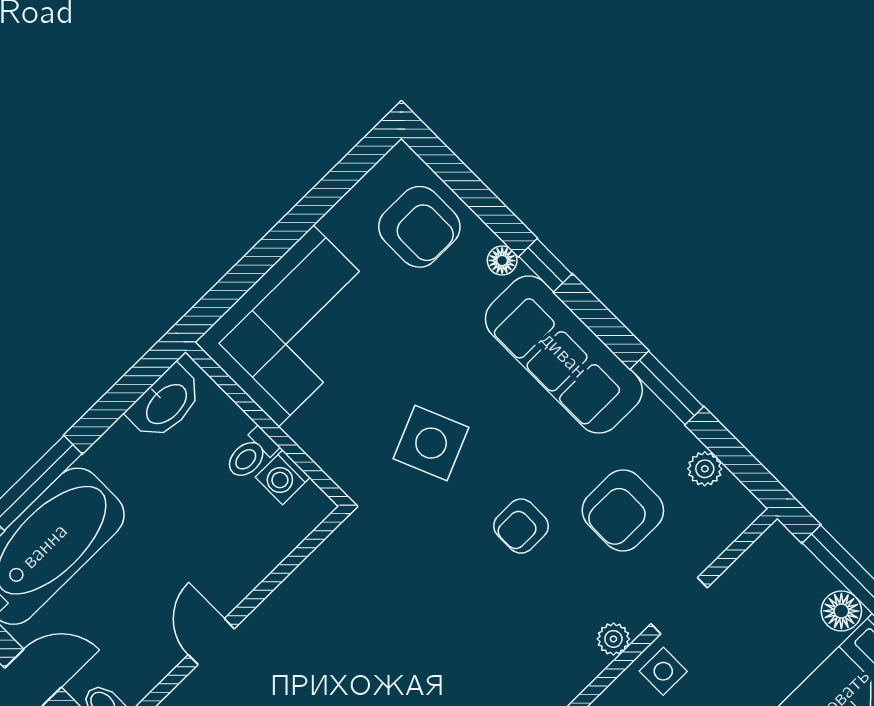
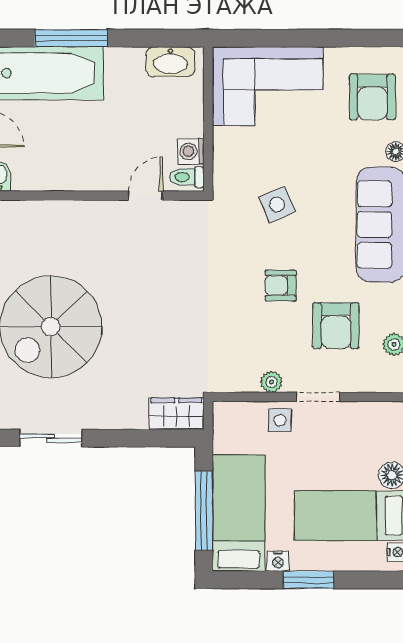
side table: (431, 443) -> (277, 204), width x0.73, depth x0.73
toilet: (251, 454) -> (187, 177), moved
armchair: (623, 510) -> (336, 326), turned -90
door: (211, 642) -> (145, 196), moved

